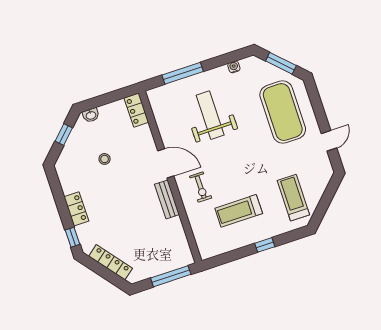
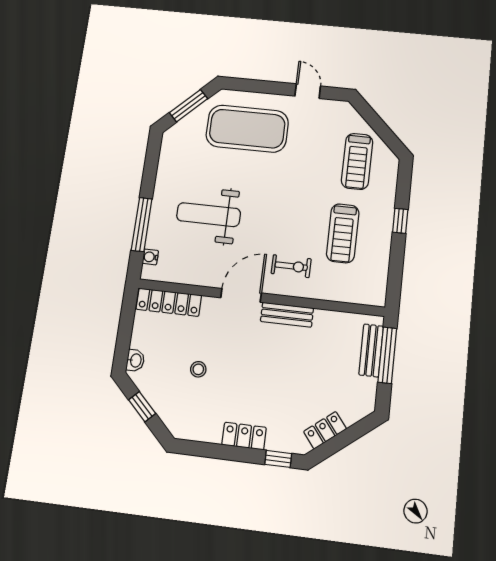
water cooler: (234, 67) -> (150, 257), moved
locker: (136, 110) -> (169, 302), width x1.53
treadmill: (293, 198) -> (357, 161), turned -90
locker: (111, 262) -> (325, 430), width x0.66
bench: (169, 264) -> (371, 350), added

